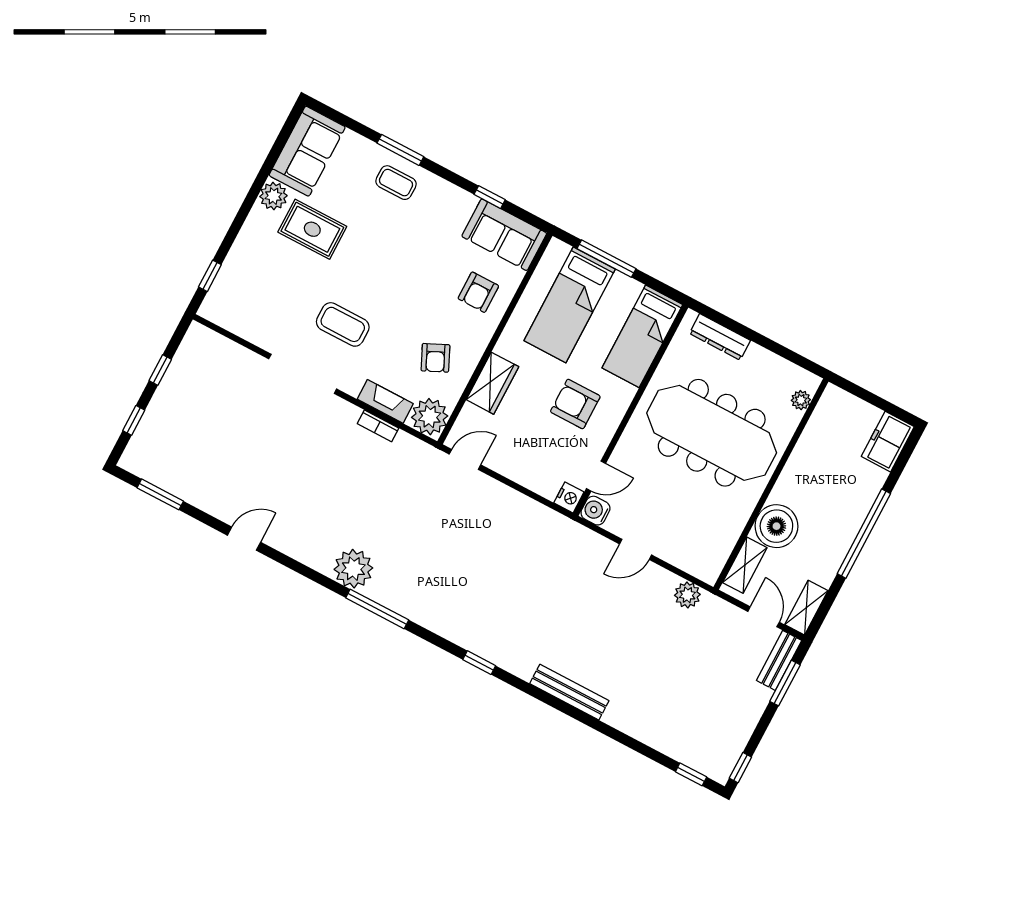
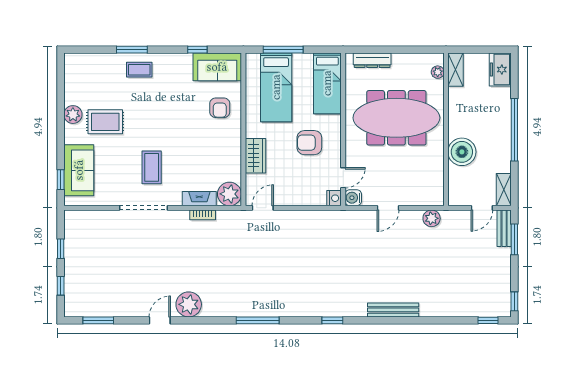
sofa: (307, 151) -> (79, 170), moved
coffee table: (343, 324) -> (152, 167), turned 90
armchair: (435, 358) -> (215, 158), removed
shelving: (745, 565) -> (456, 70), moved
plant: (353, 569) -> (189, 304), moved
door: (764, 617) -> (482, 208), swing flipped

